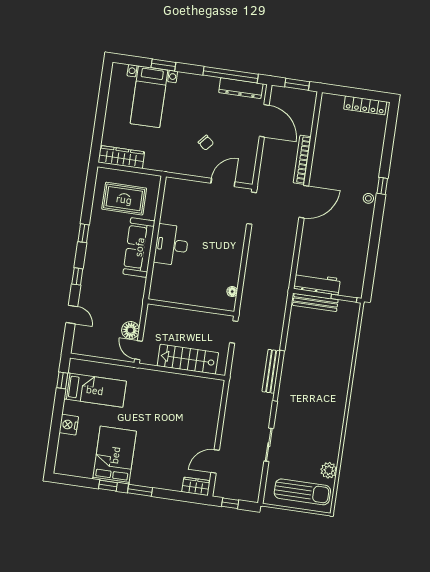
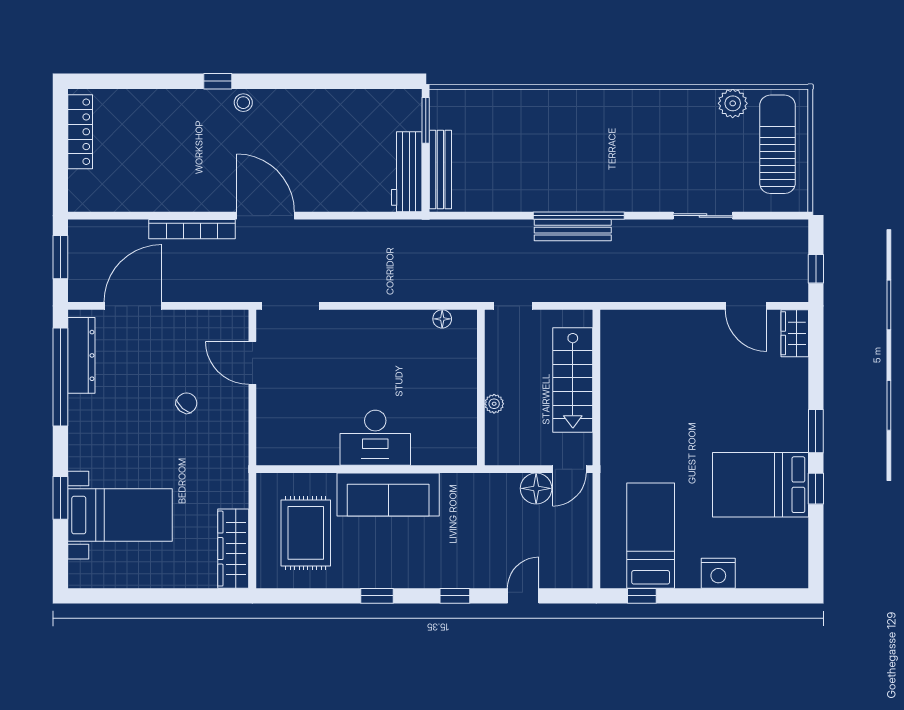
plant: (181, 314) -> (494, 404), added

